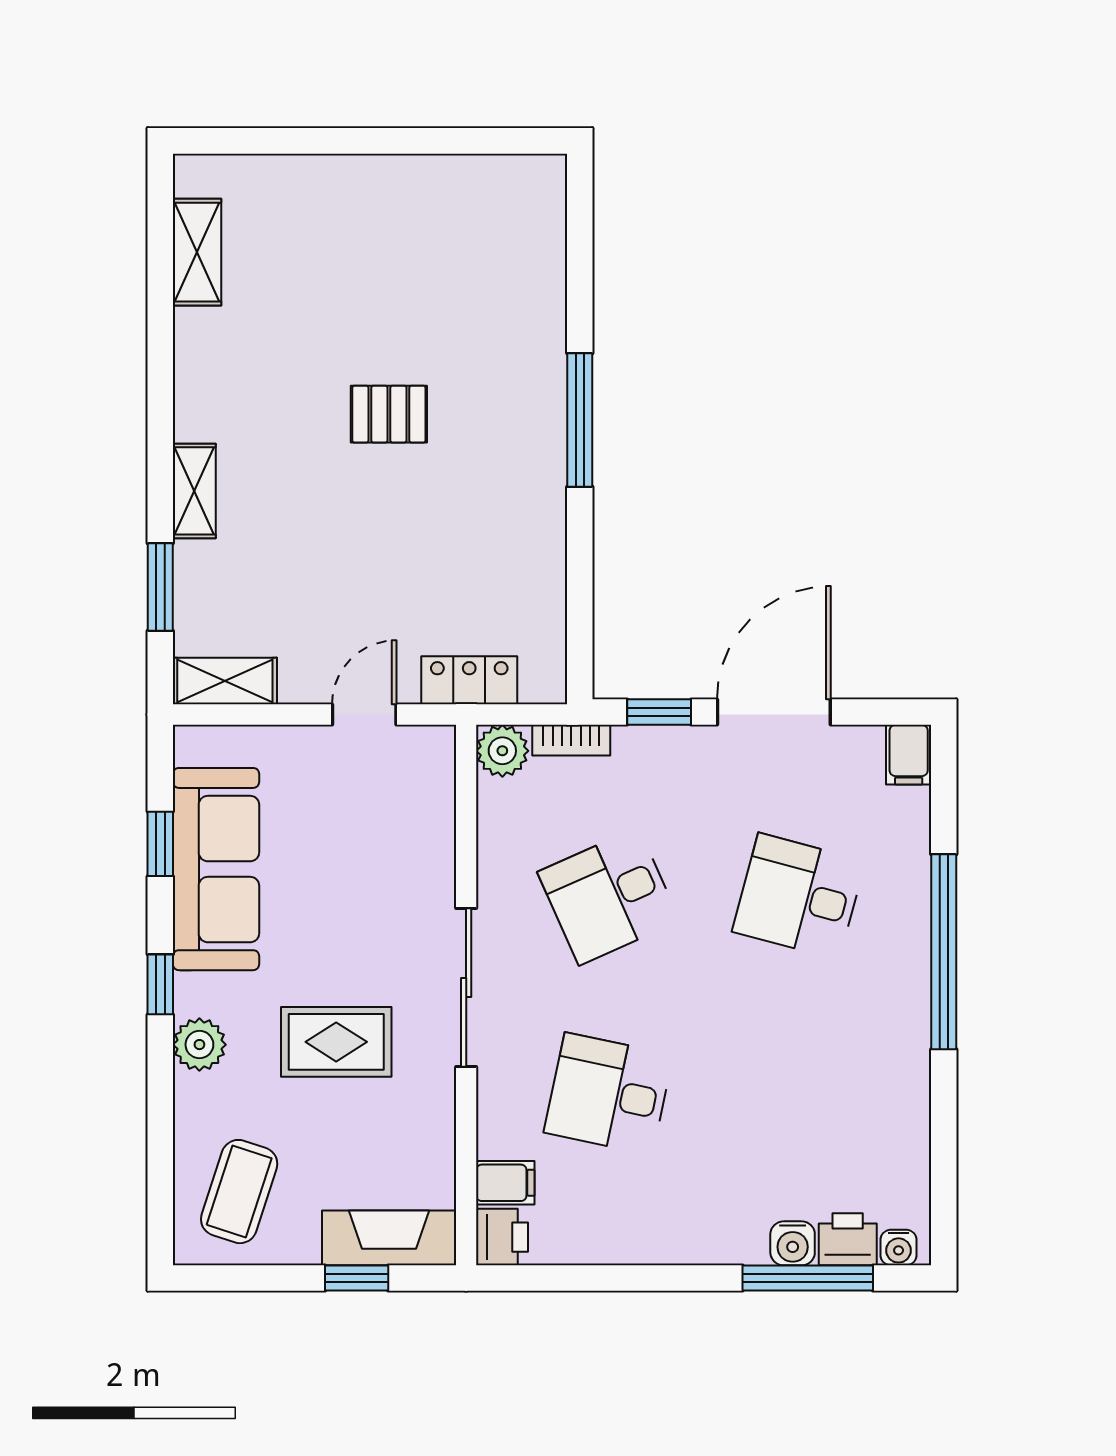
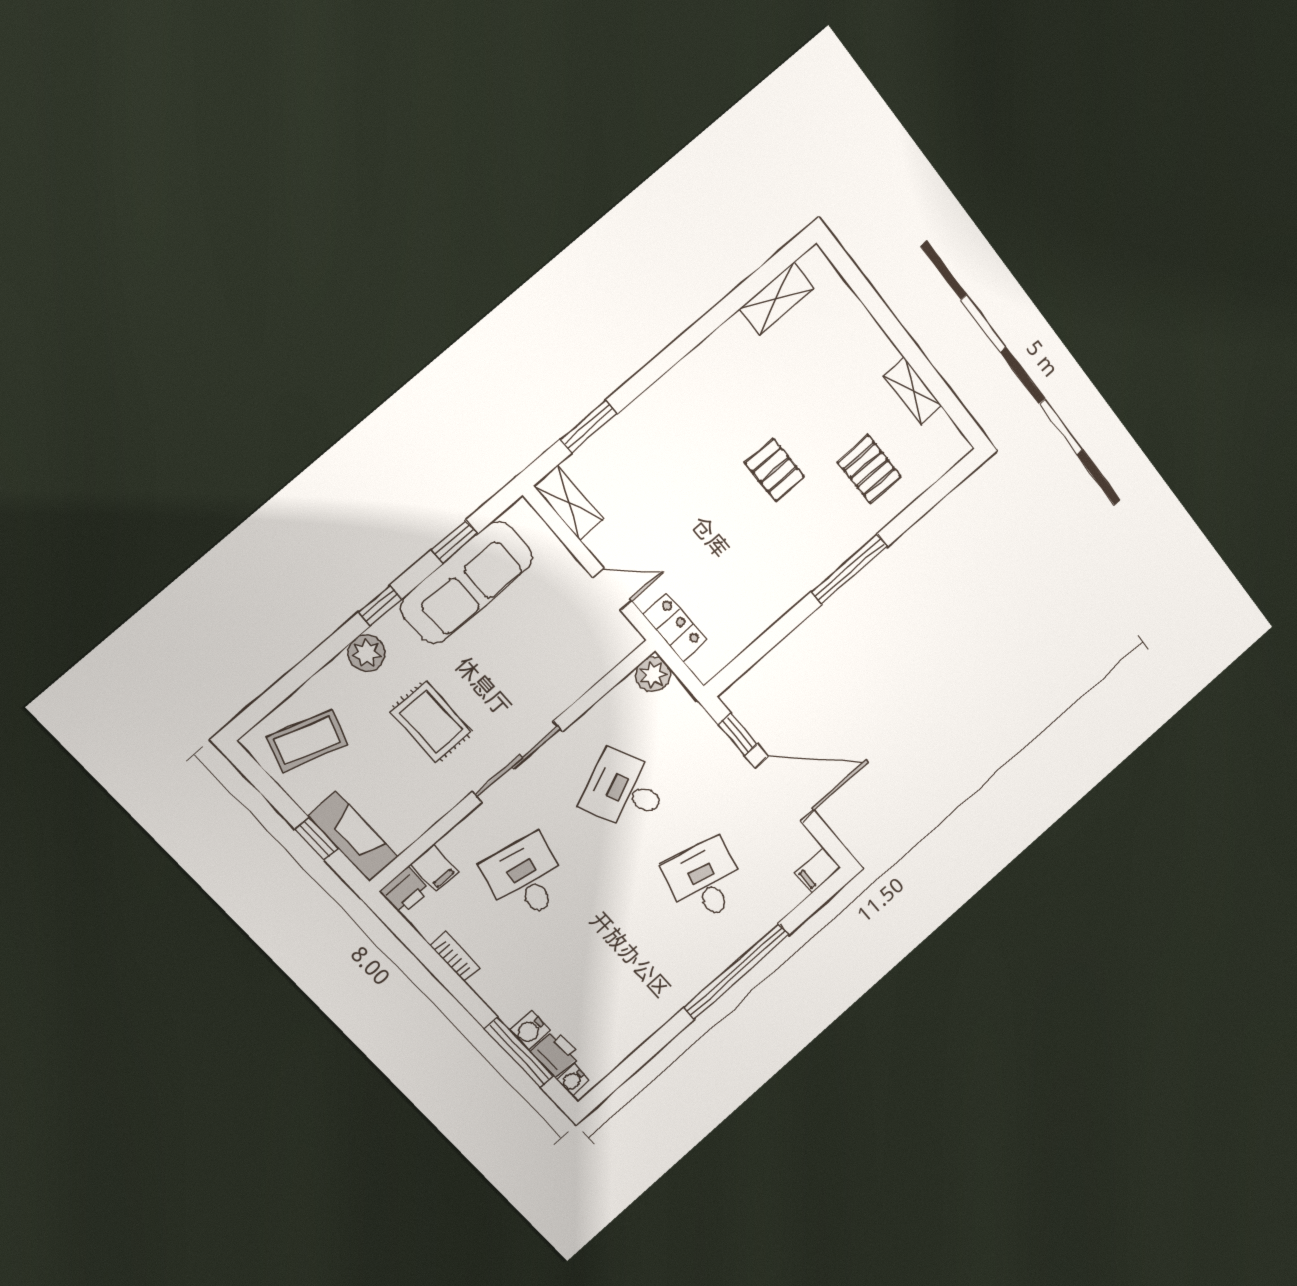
pallet: (483, 301) -> (869, 469), added
shelving: (194, 491) -> (913, 391), moved, turned 90
bookcase: (571, 740) -> (455, 957), moved, turned 180

